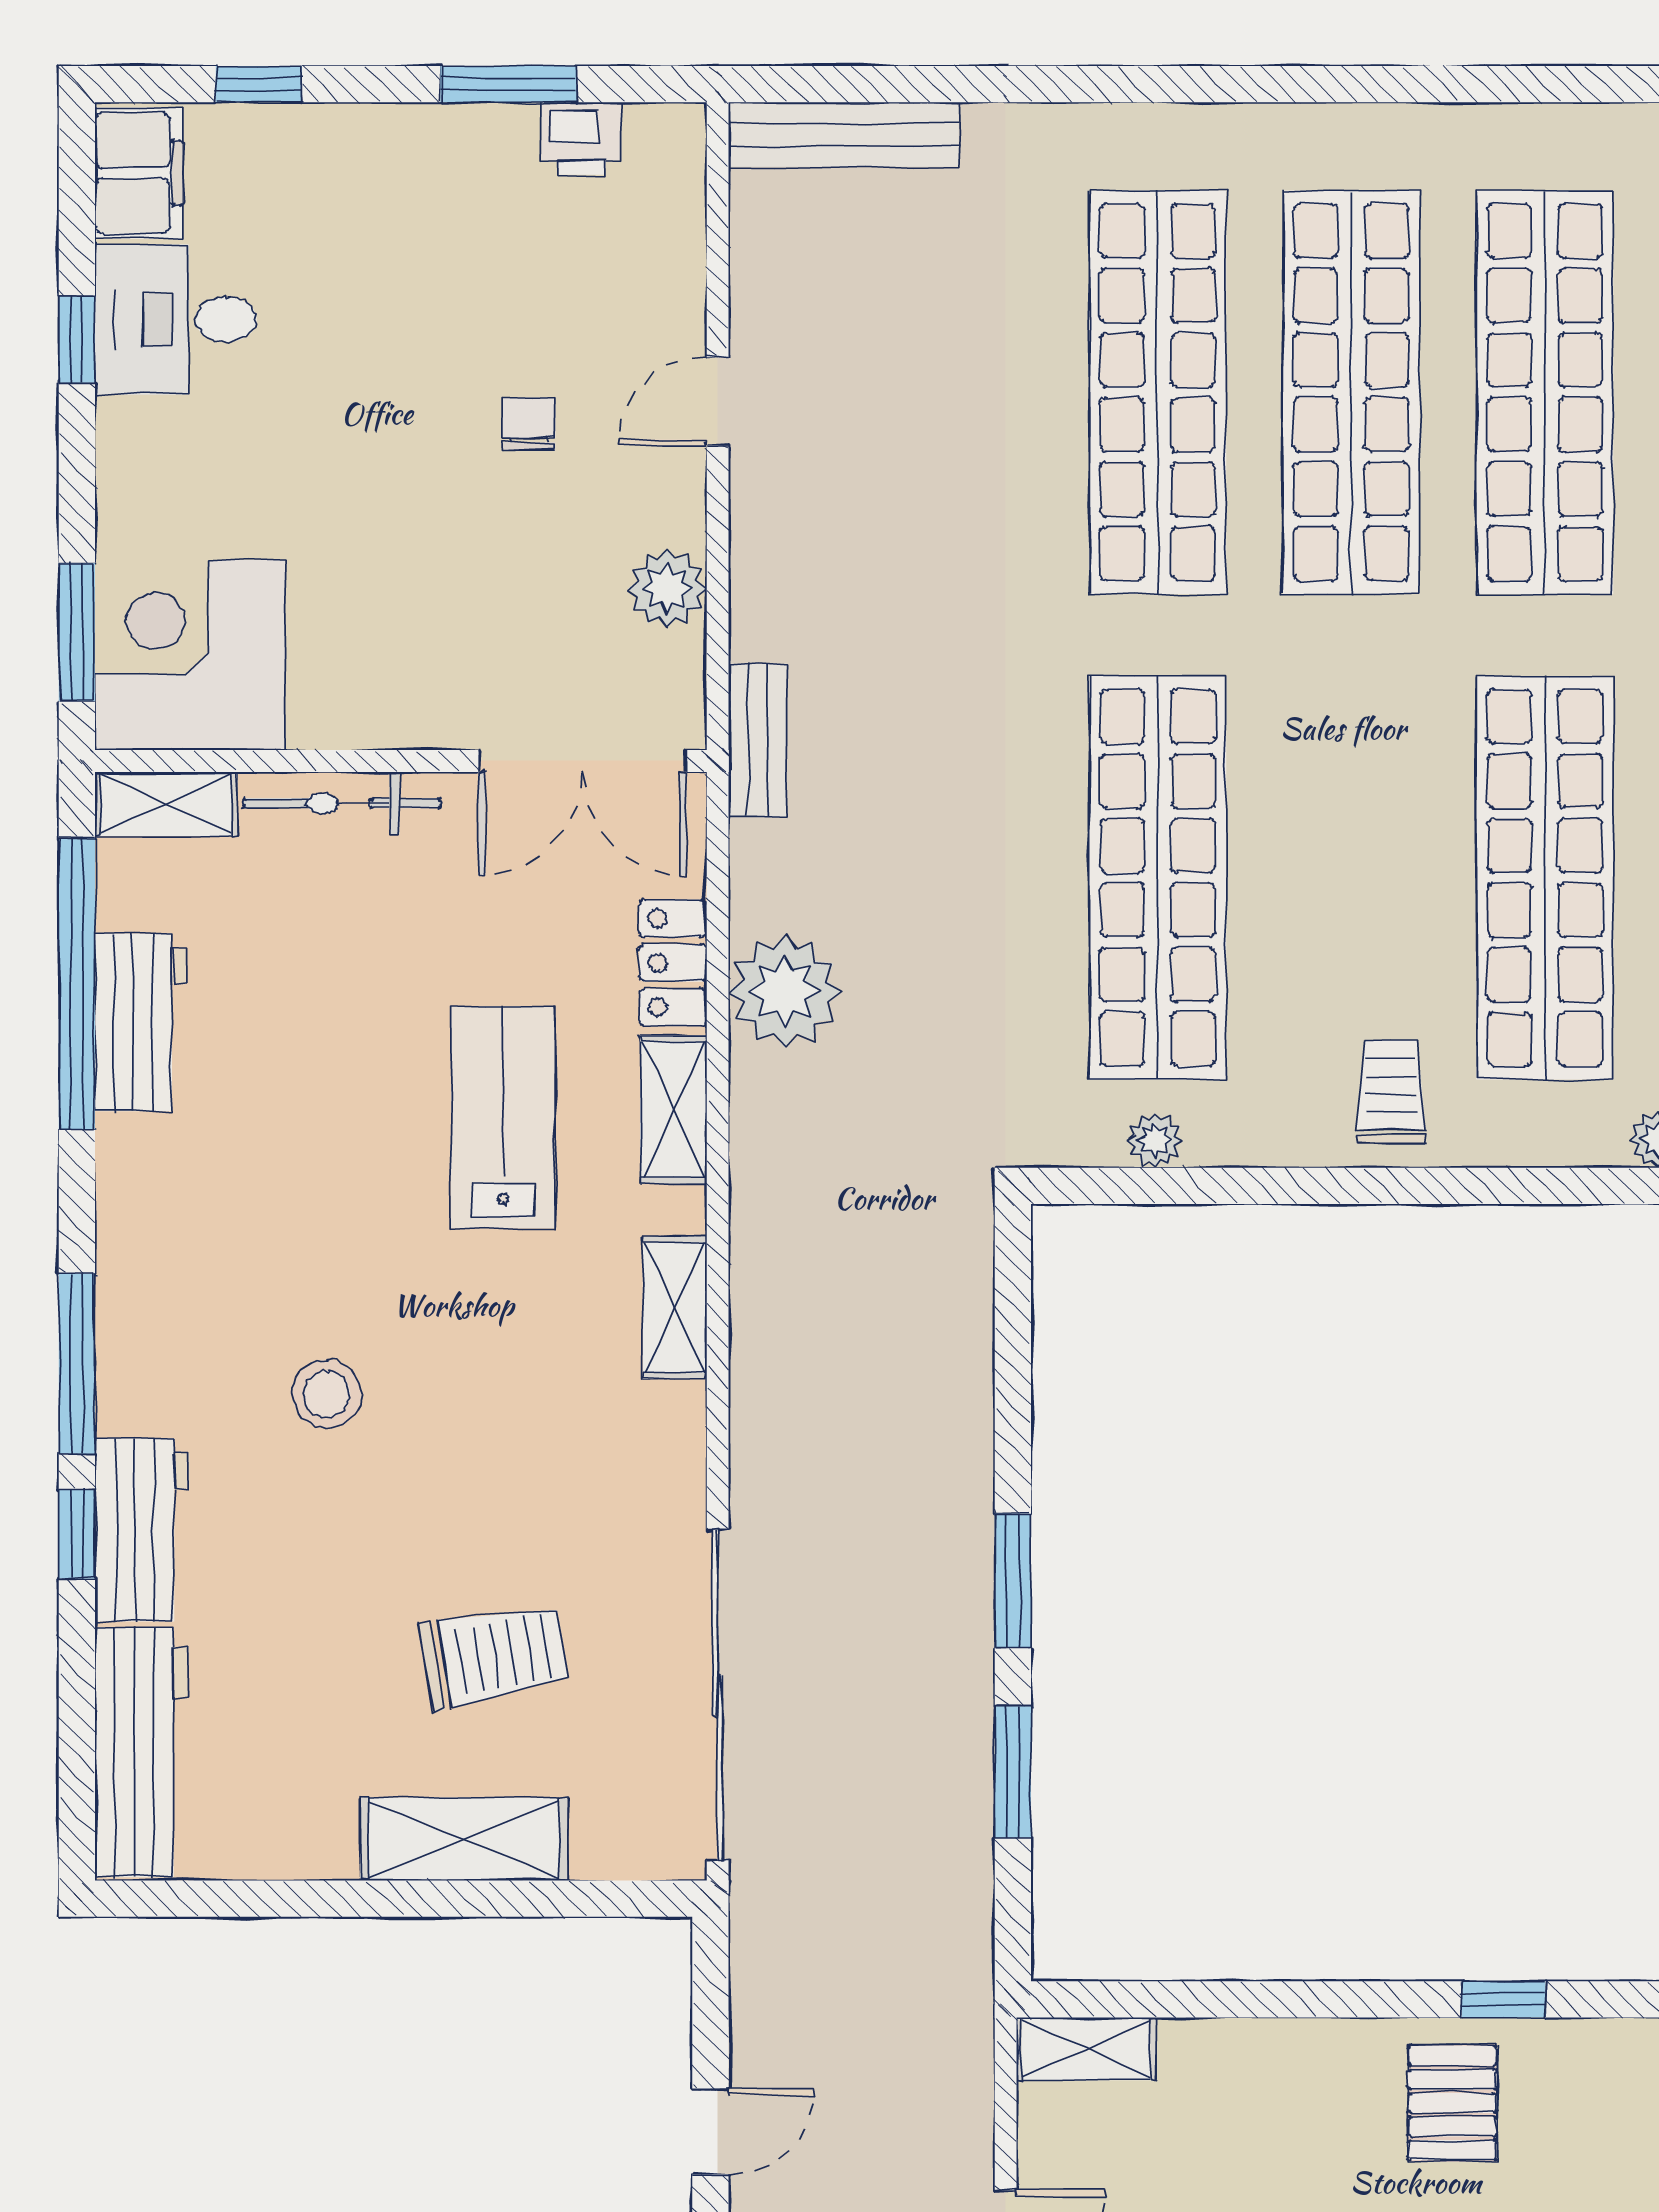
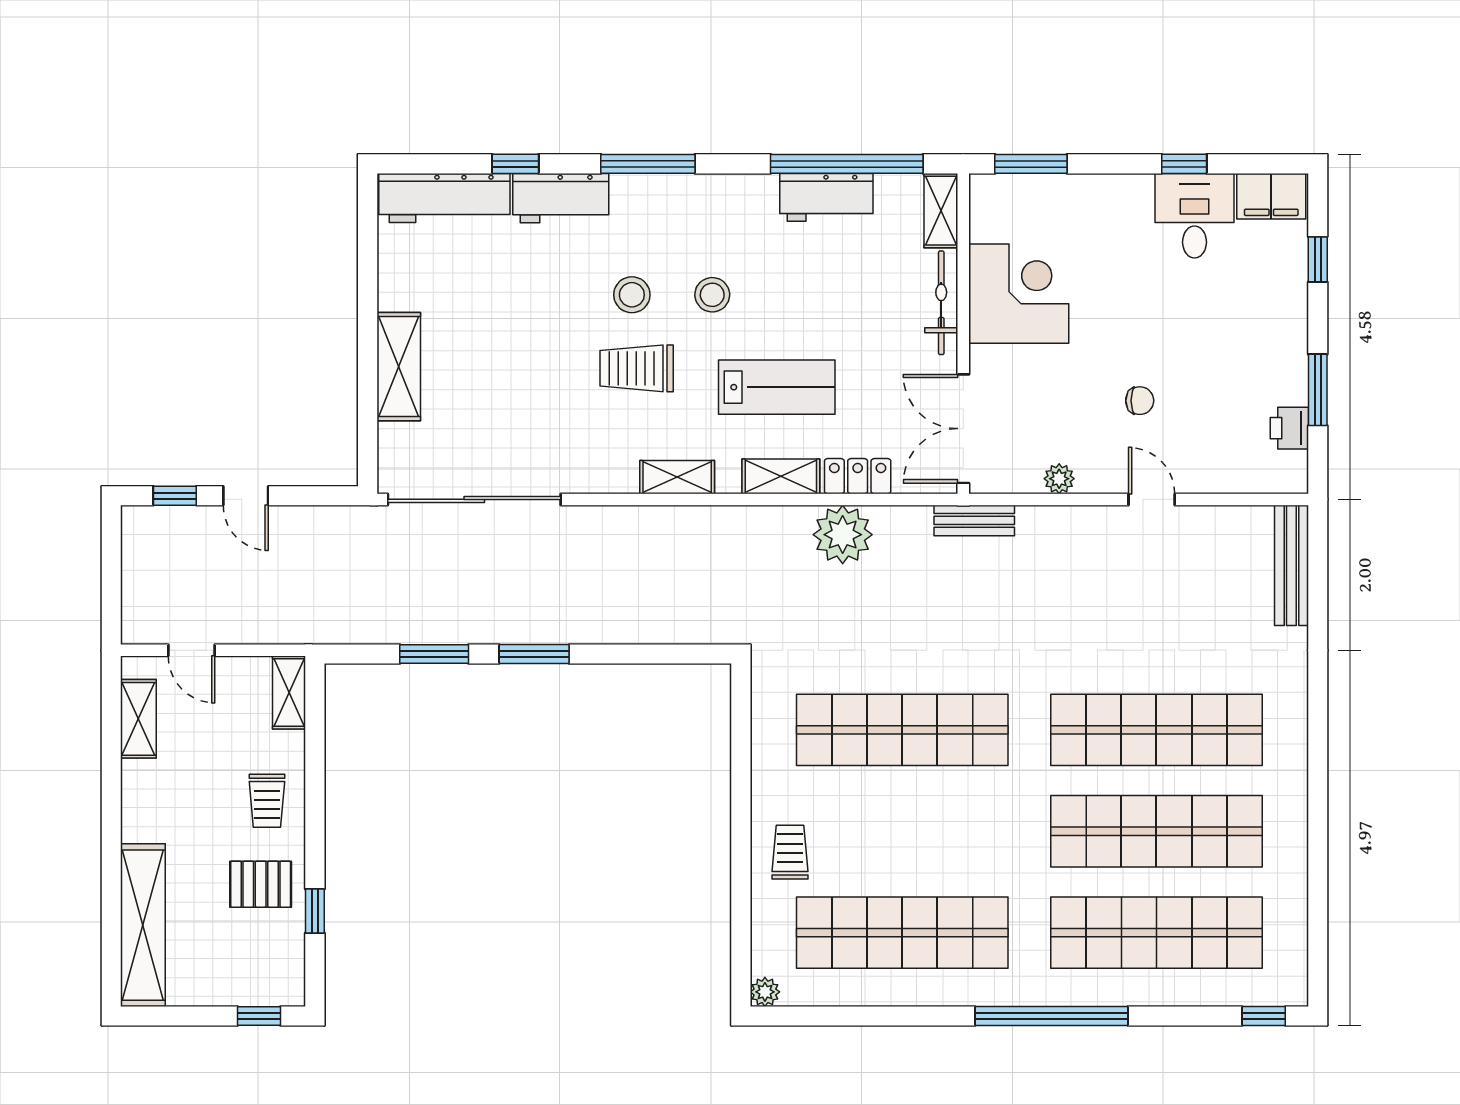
plant: (667, 589) -> (1059, 479), width x0.73, depth x0.73
corner desk: (190, 655) -> (1019, 294), moved
trolley: (1391, 1092) -> (790, 852), turned -90
plant: (1155, 1140) -> (765, 728), removed
stool: (327, 1241) -> (712, 295), added
window: (77, 1534) -> (515, 164), moved
trolley: (494, 1656) -> (637, 368), moved, turned 100
trolley: (1293, 2091) -> (267, 801), added

